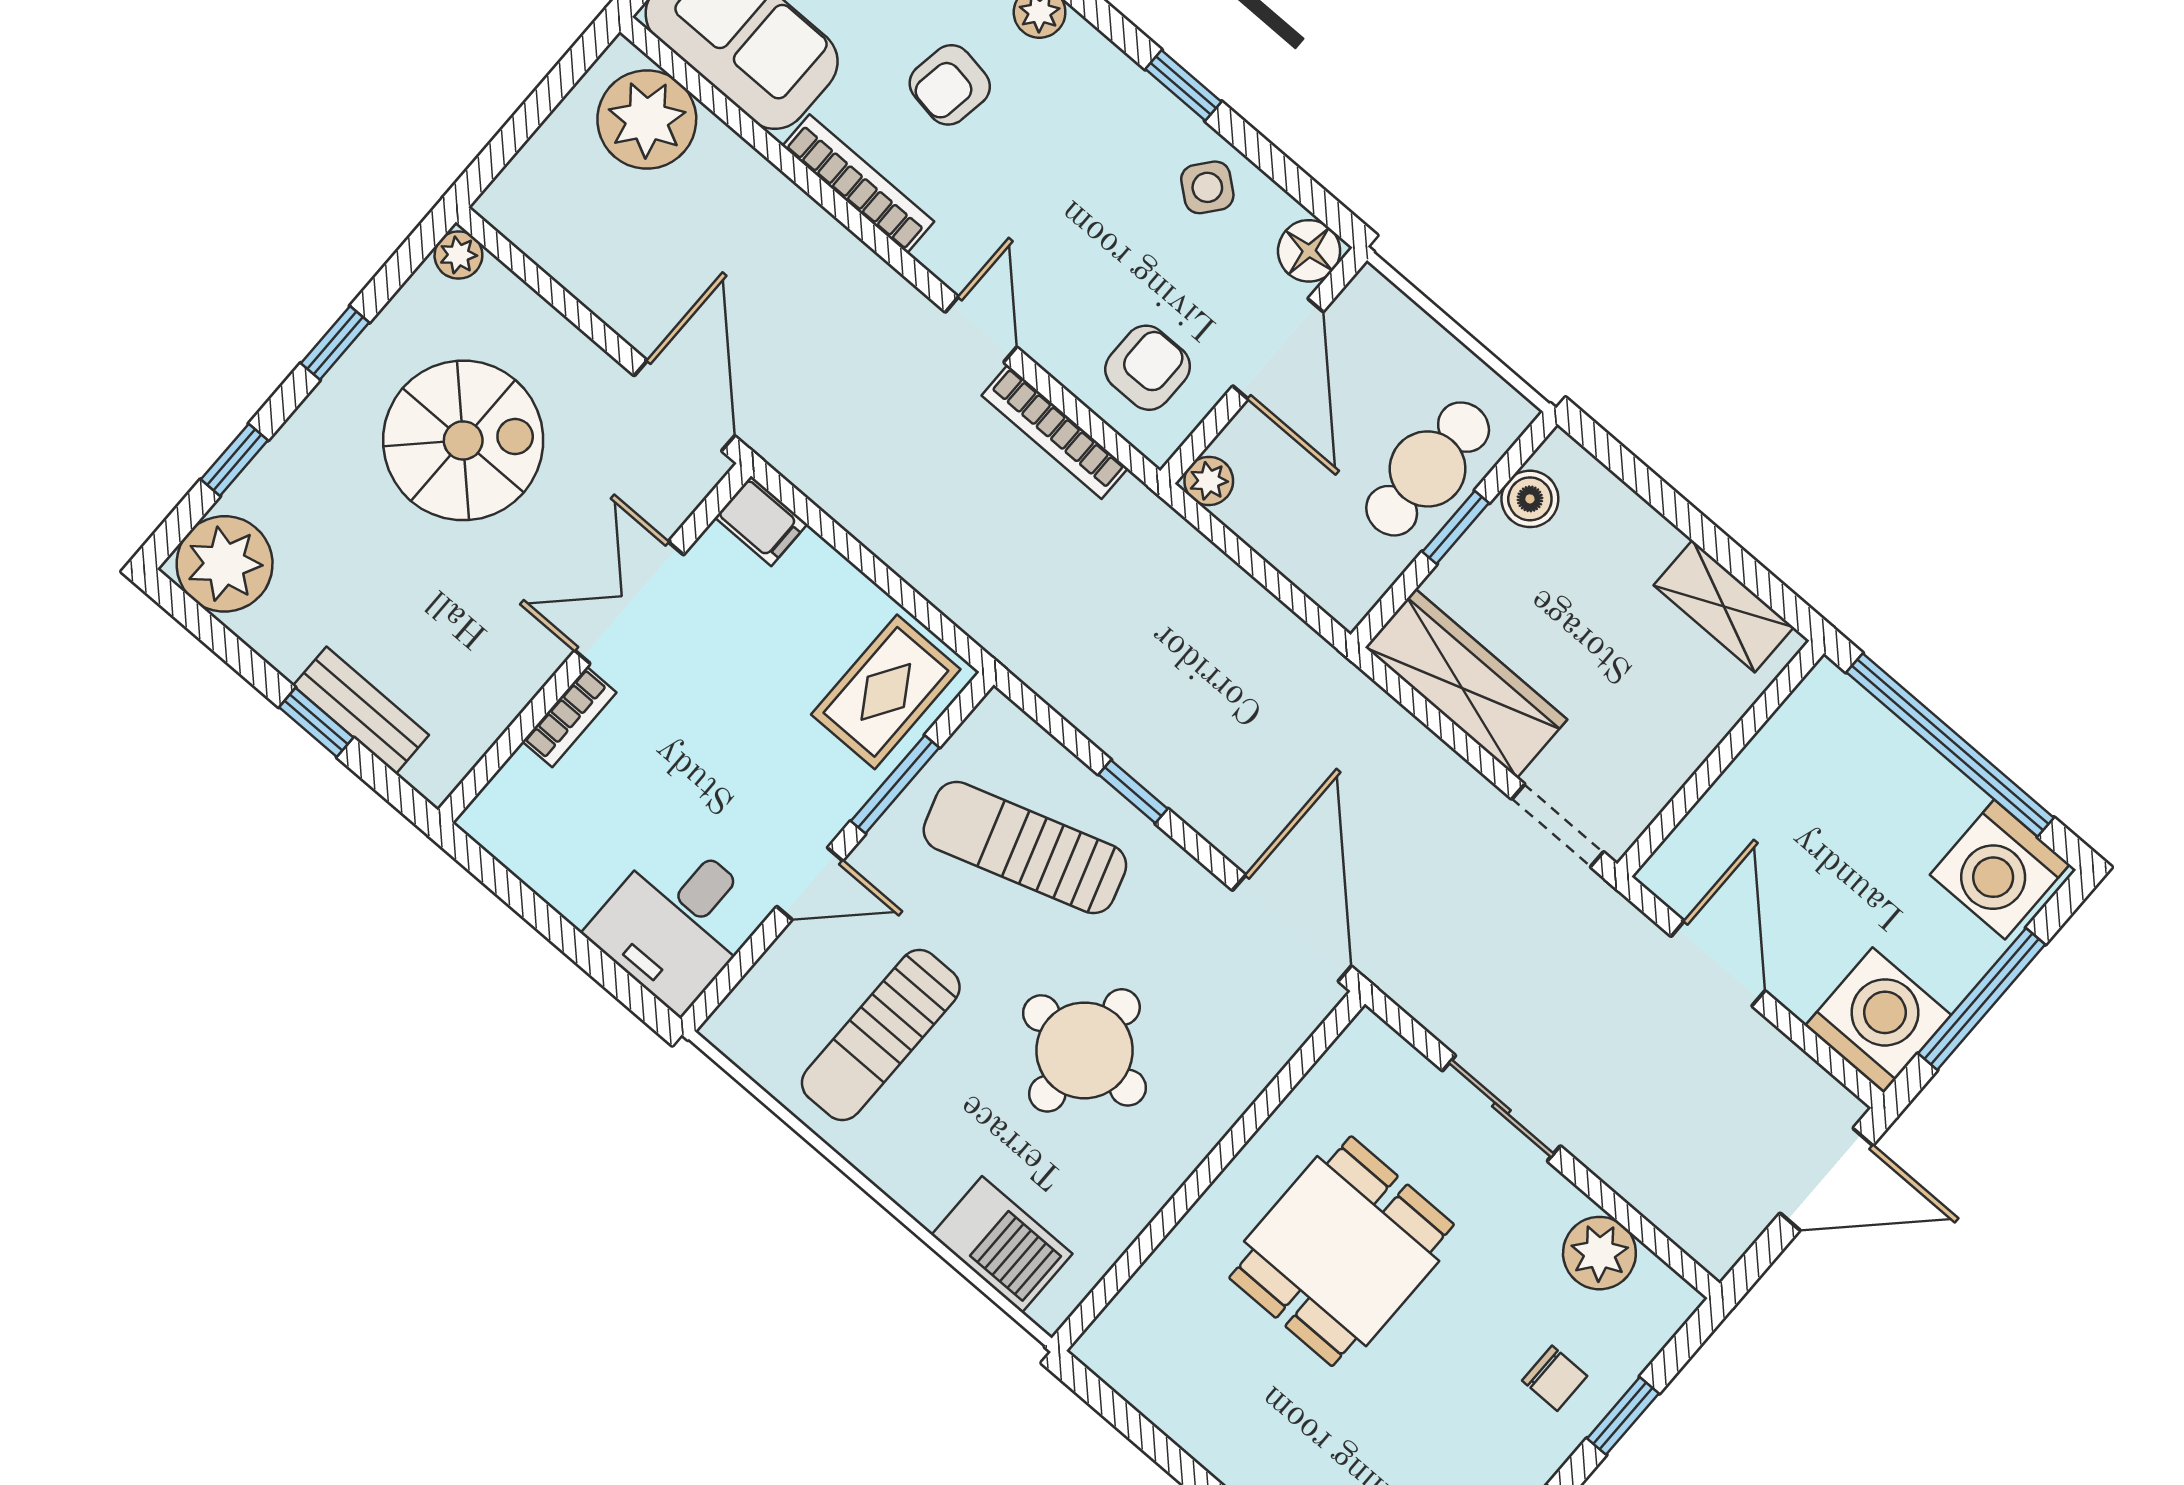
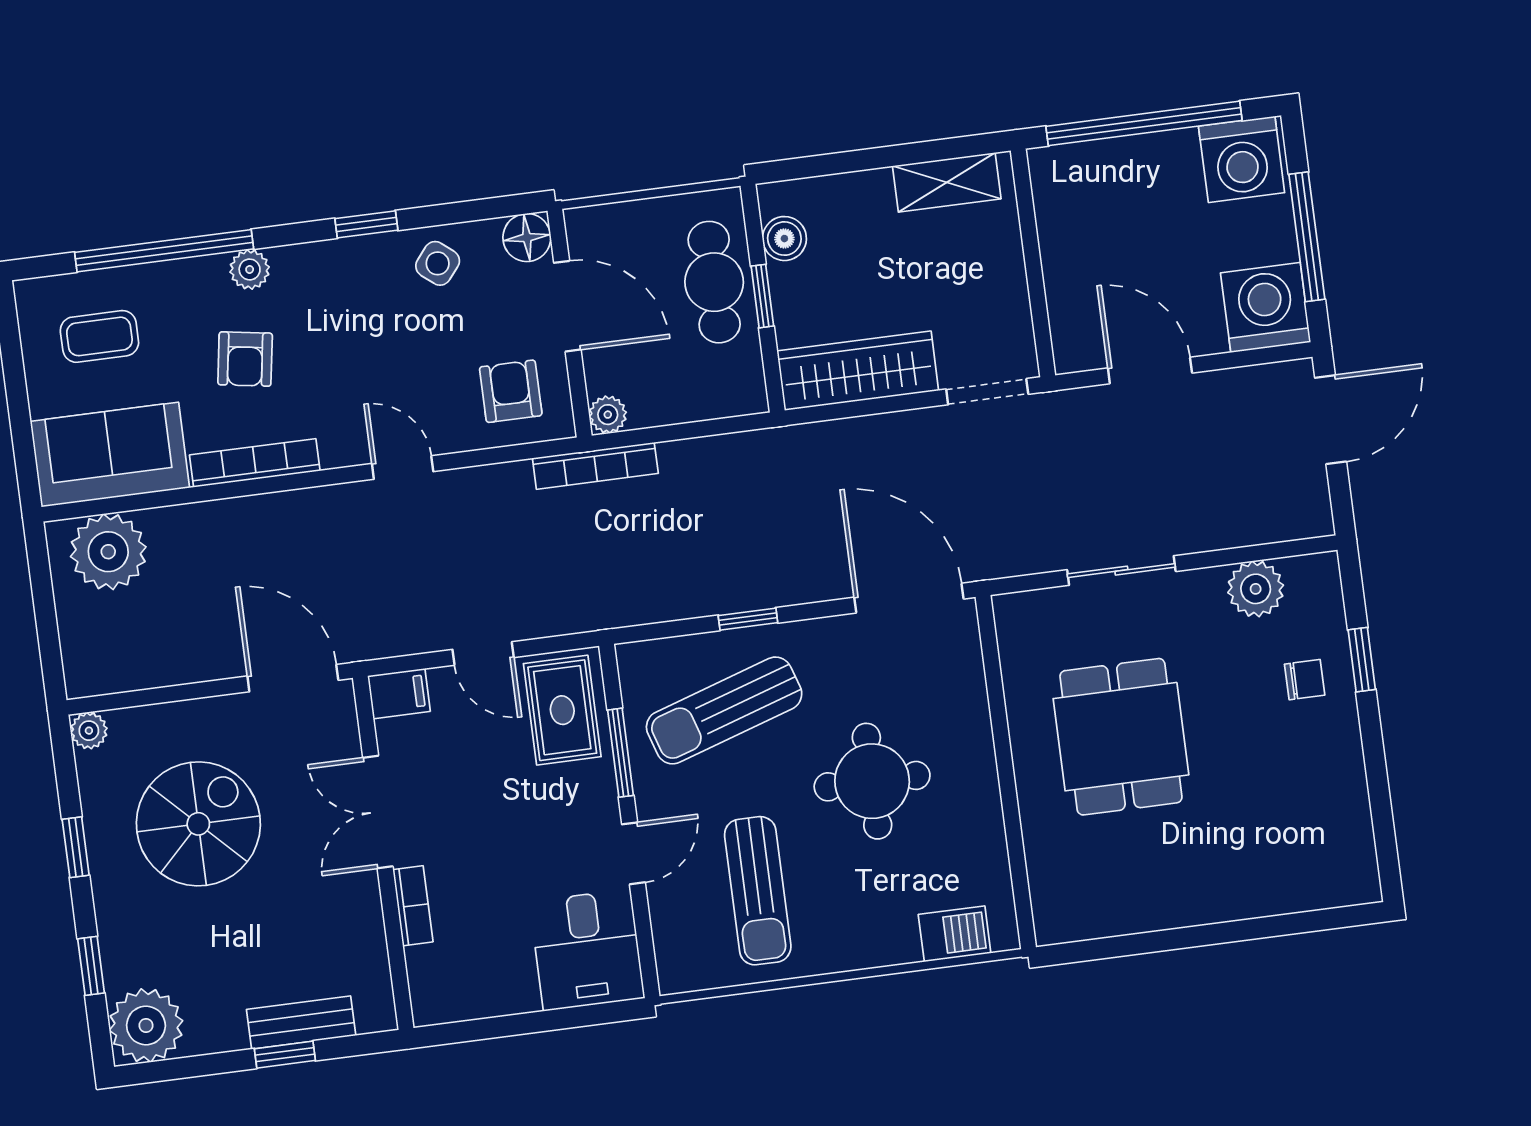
bookcase: (1055, 432) -> (595, 466), moved
door: (872, 567) -> (483, 653), added
barbecue: (1002, 1244) -> (955, 934), width x0.73, depth x0.79

